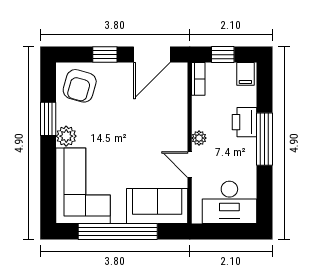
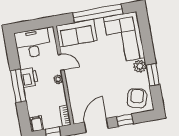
printer: (244, 122) -> (29, 77), moved

